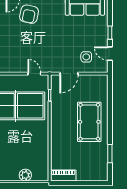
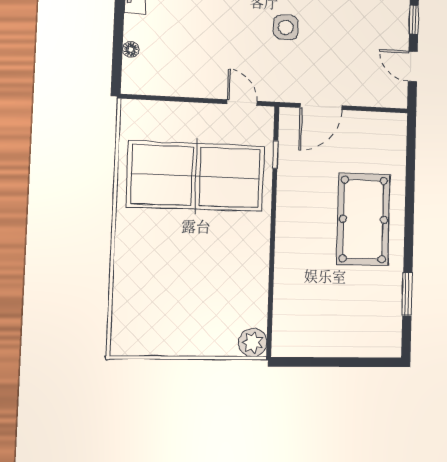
side table: (86, 57) -> (286, 27), moved
plant: (25, 175) -> (253, 342), moved
piano: (63, 175) -> (301, 344), removed

